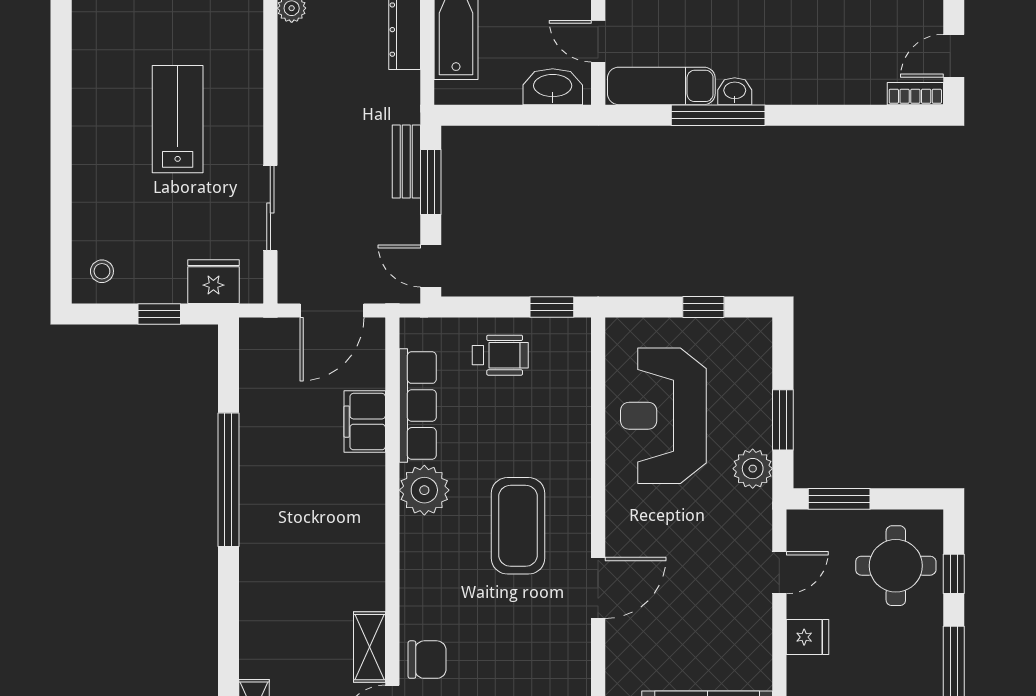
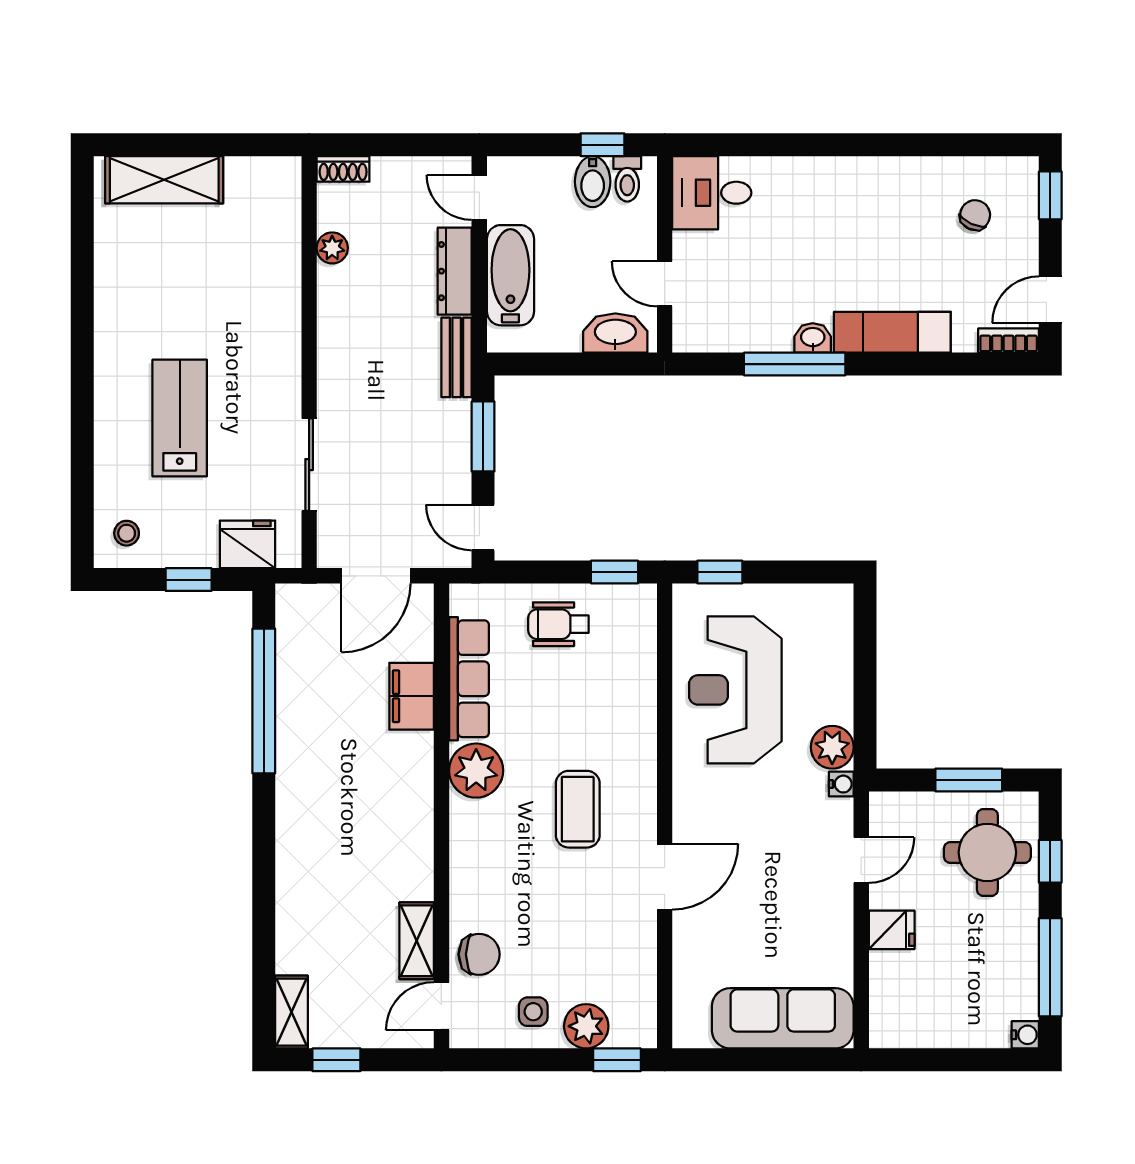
exam couch: (661, 86) -> (892, 332), moved
lab bench: (178, 119) -> (180, 418), moved
bench: (406, 162) -> (457, 357), moved
window: (703, 307) -> (720, 572), moved
wheelchair: (500, 355) -> (558, 624), turned 180
window: (783, 420) -> (865, 694), removed
window: (228, 480) -> (264, 701), moved
window: (839, 499) -> (969, 780), moved
water cooler: (761, 503) -> (841, 784), added
coffee table: (518, 526) -> (578, 809), width x0.73, depth x0.76

